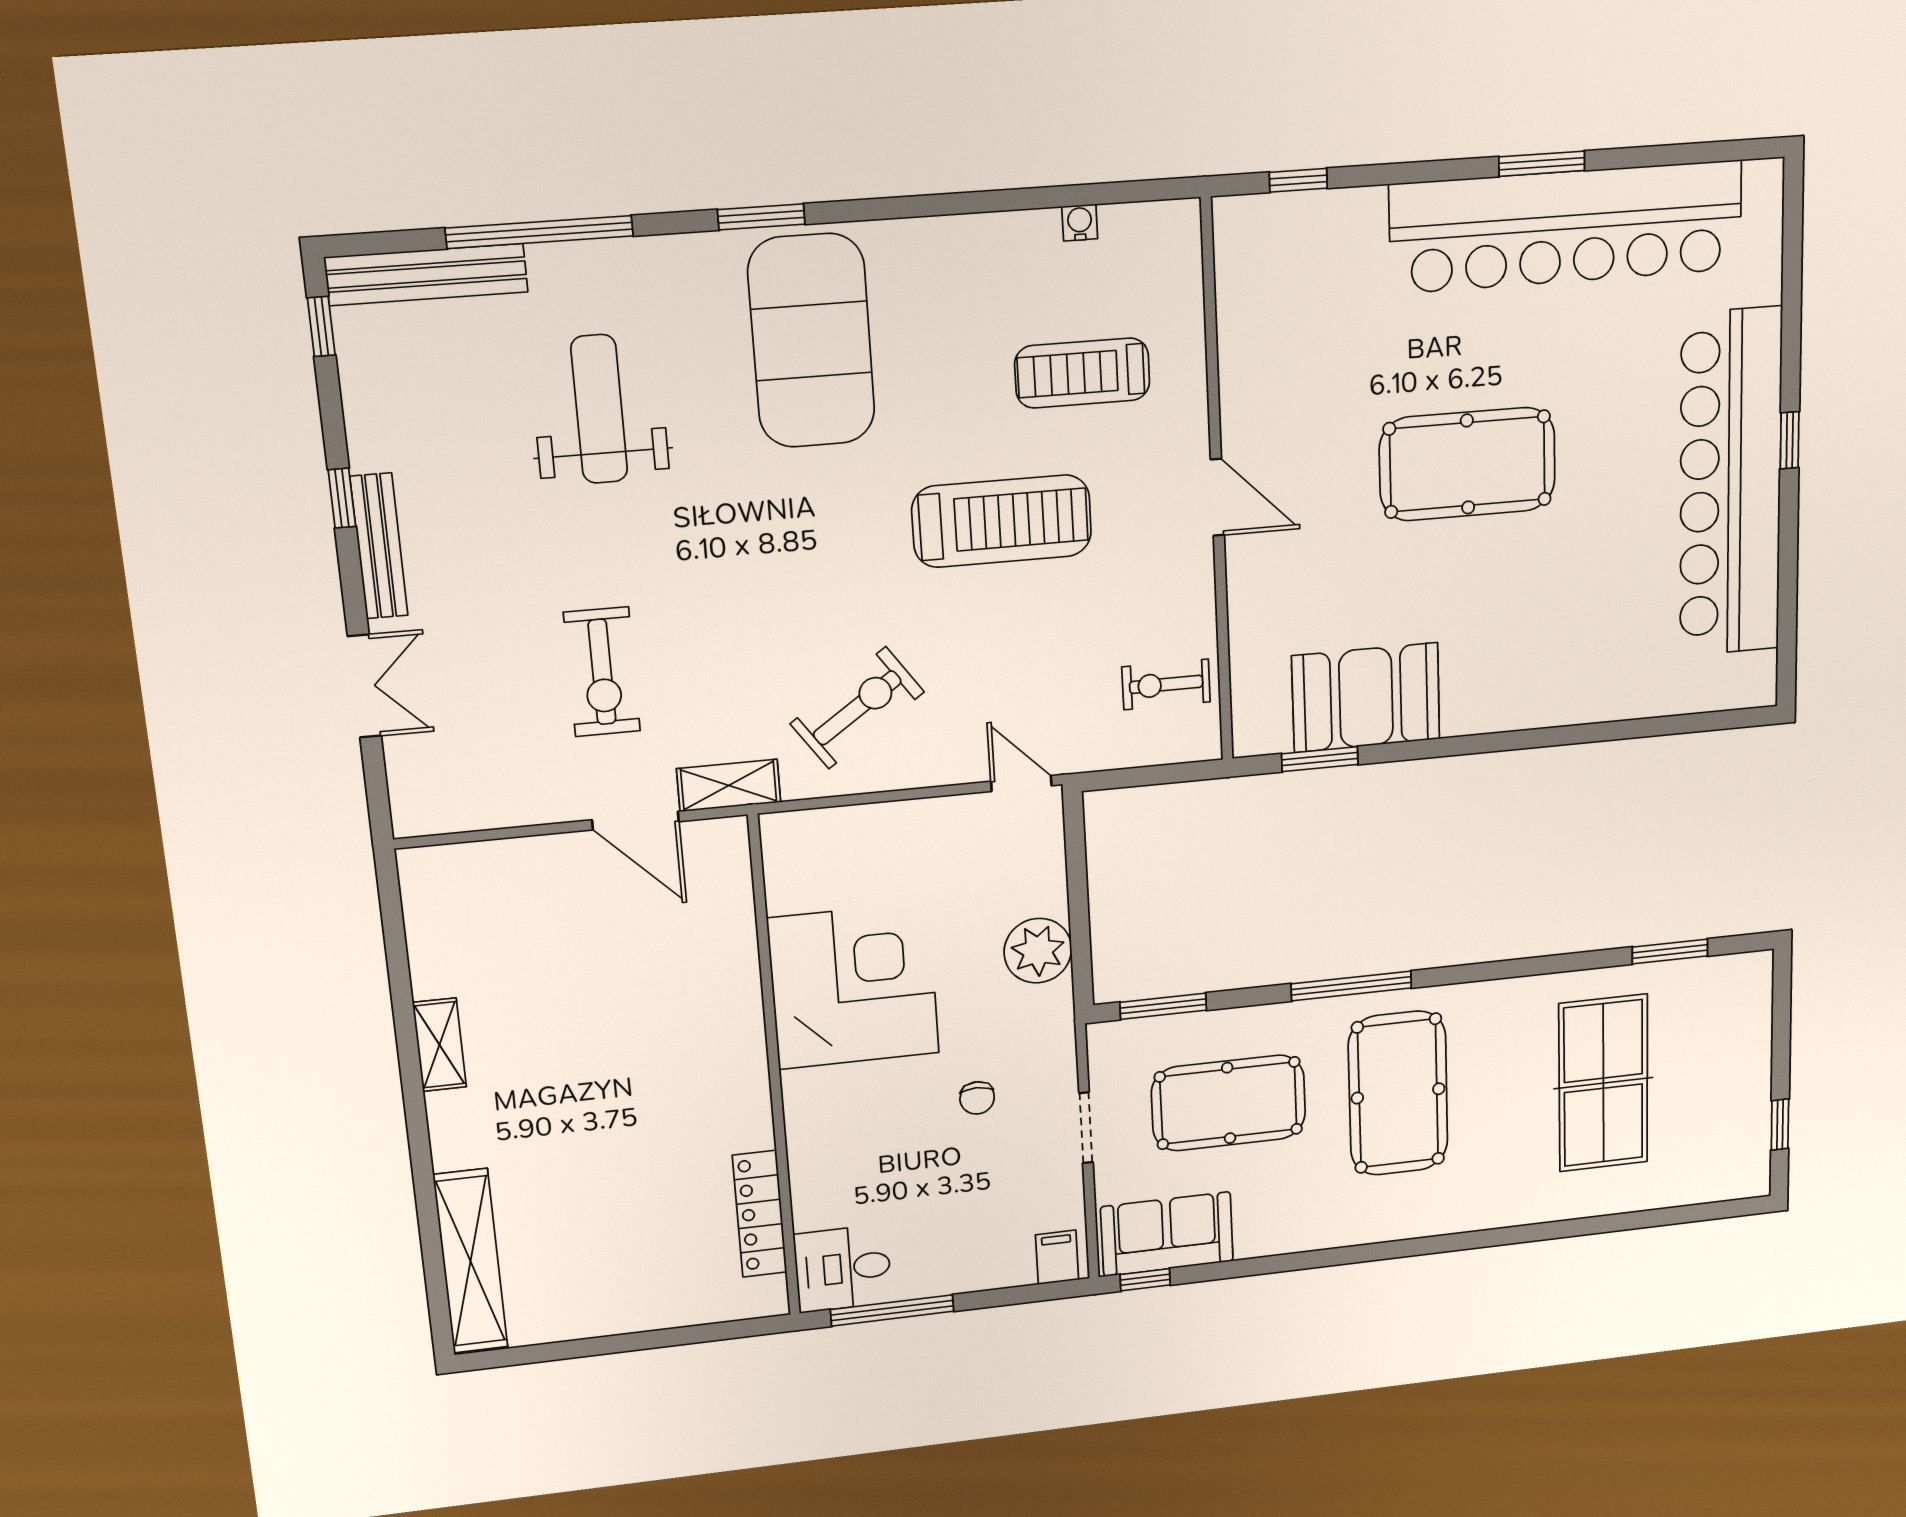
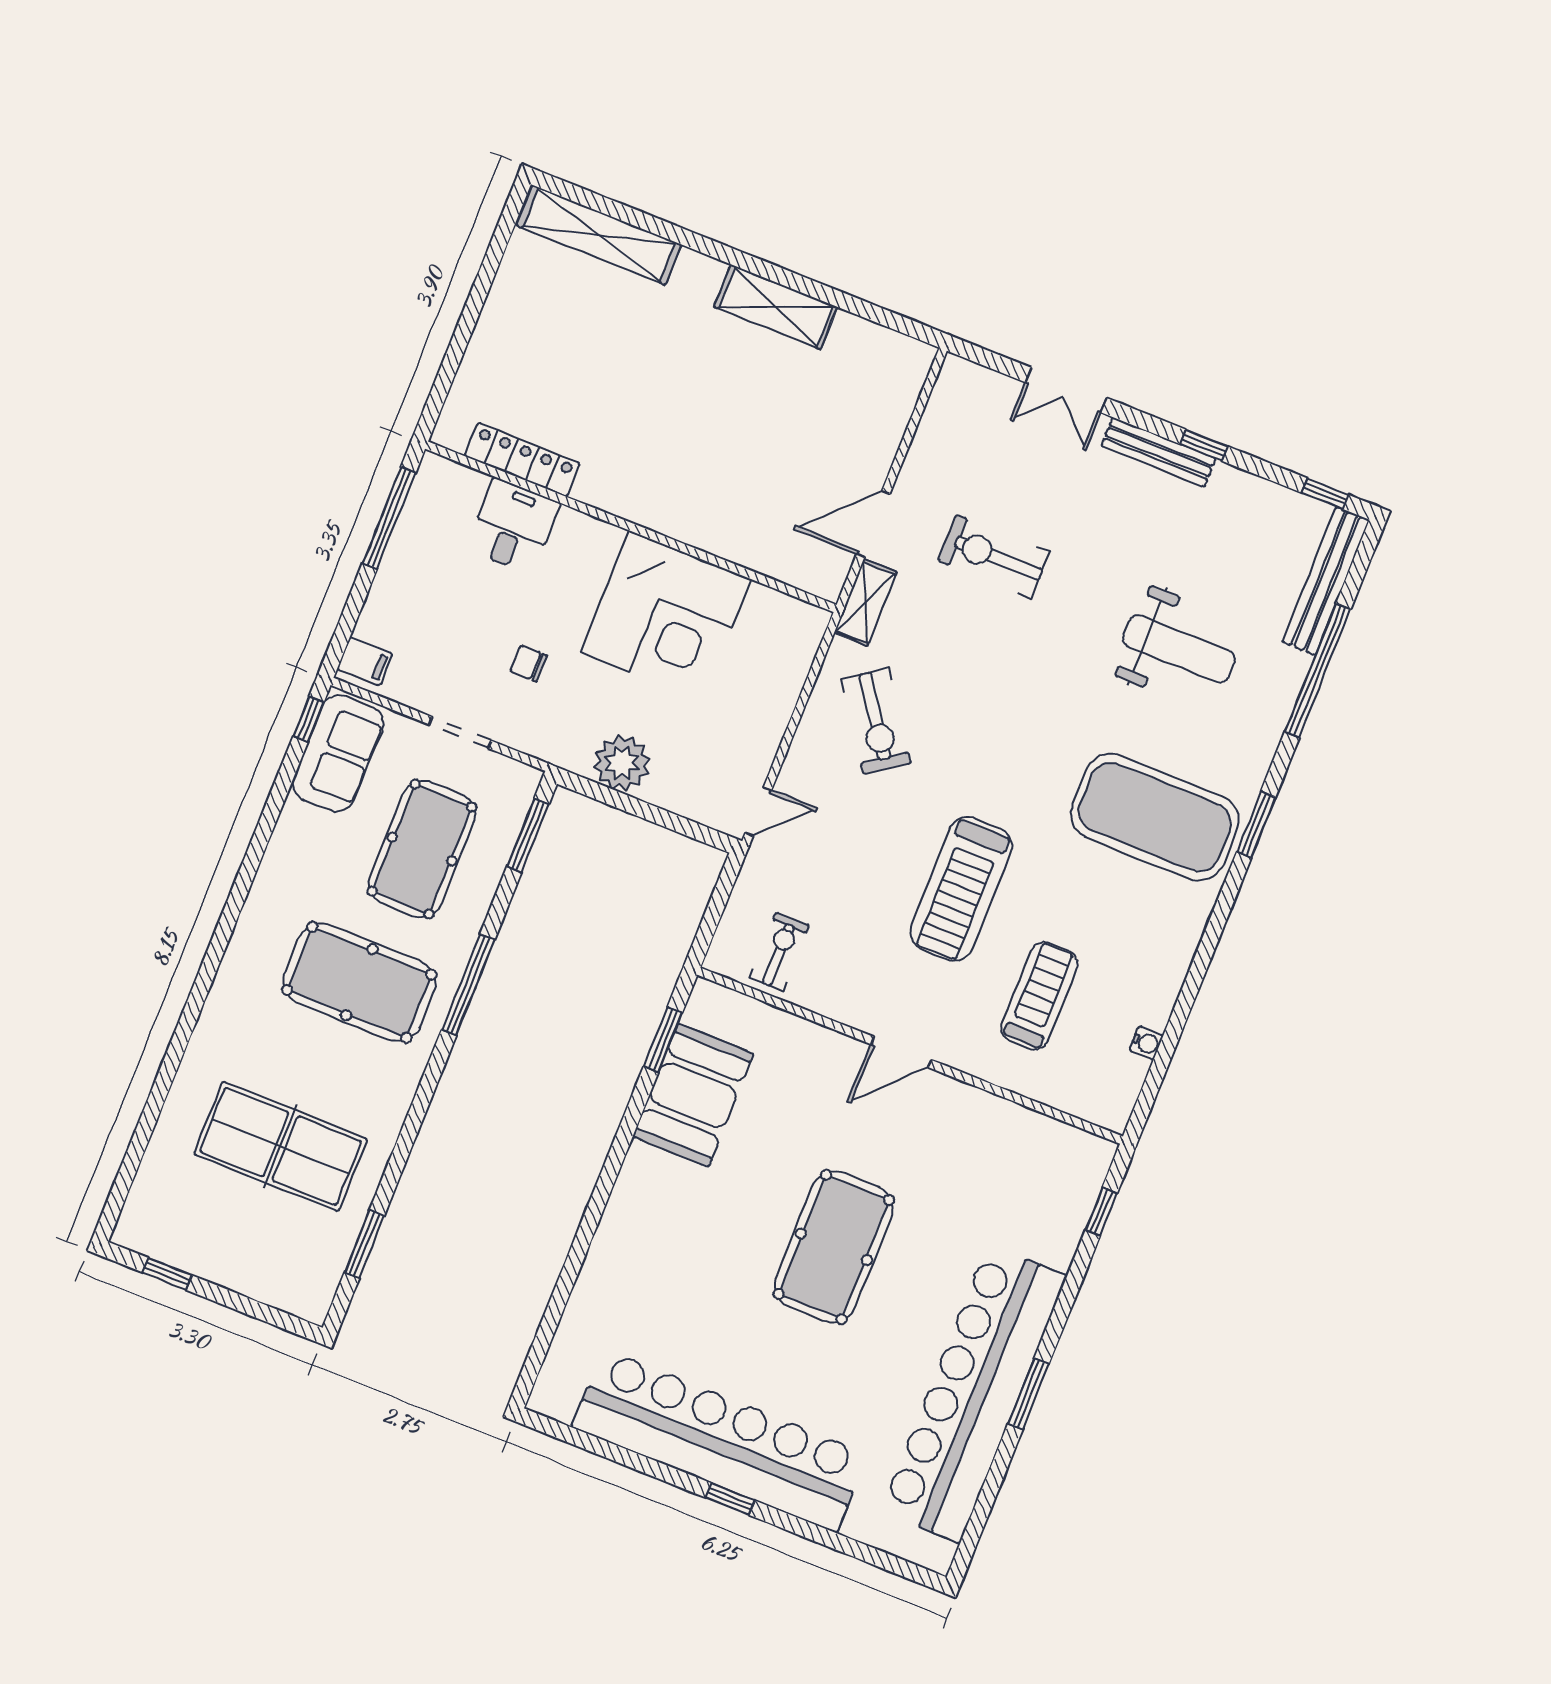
shelving: (439, 1045) -> (776, 307), width x1.50, depth x1.33
desk: (843, 1268) -> (513, 526), moved

